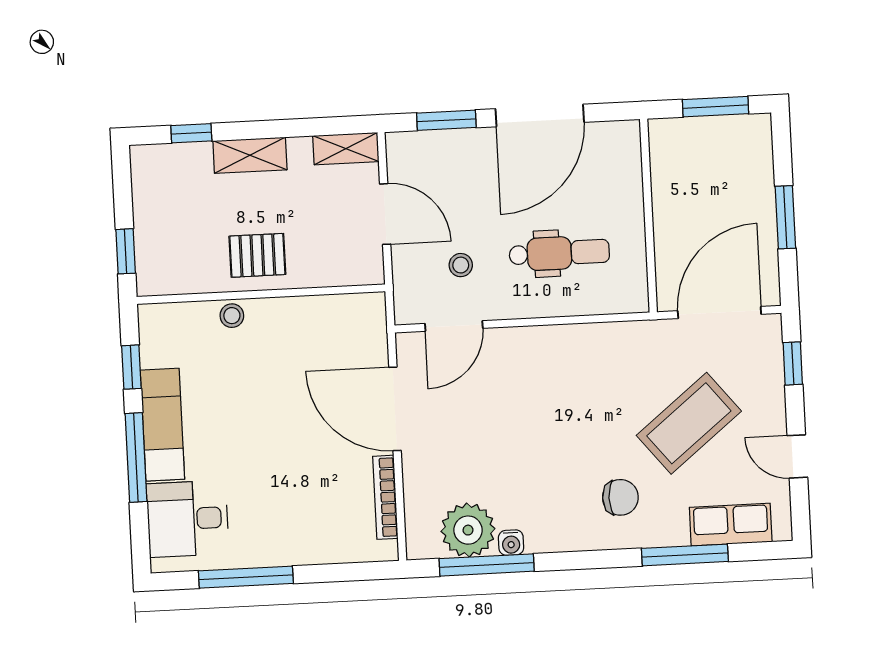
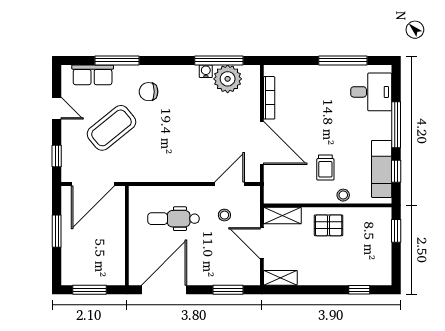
door: (540, 116) -> (164, 290), moved
shelving: (250, 155) -> (282, 216), moved
trolley: (269, 367) -> (325, 168), added
exam couch: (162, 425) -> (382, 169), moved

